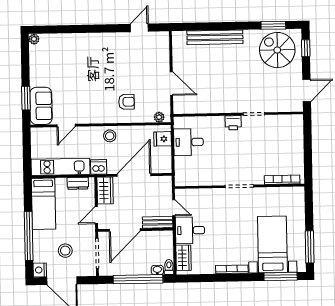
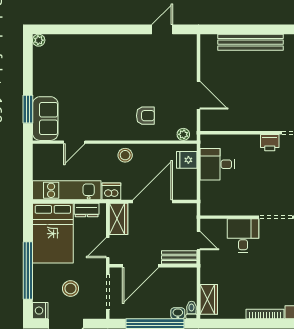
bed: (44, 204) -> (53, 233), width x1.50
desk: (190, 230) -> (243, 236), moved, turned 90

